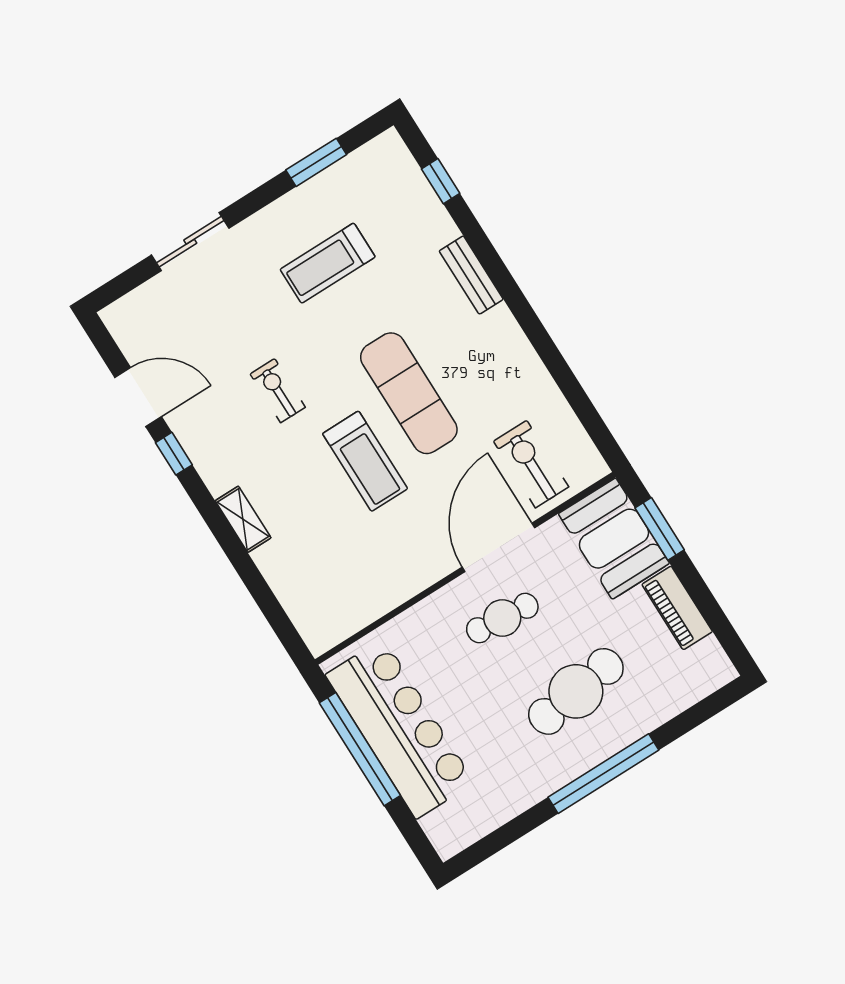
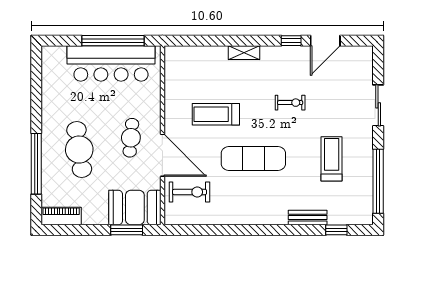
window: (316, 162) -> (378, 181), width x2.11
bench: (471, 275) -> (308, 218), moved
treadmill: (365, 461) -> (216, 114), moved
piano: (677, 608) -> (61, 216), moved
window: (603, 774) -> (36, 164), moved

